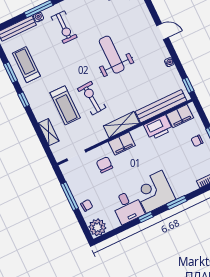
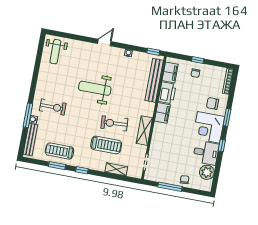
shelving: (121, 125) -> (144, 131), moved
filing cabinet: (122, 144) -> (162, 113), moved
chair: (104, 165) -> (213, 103), moved
plant: (97, 227) -> (207, 172), moved

